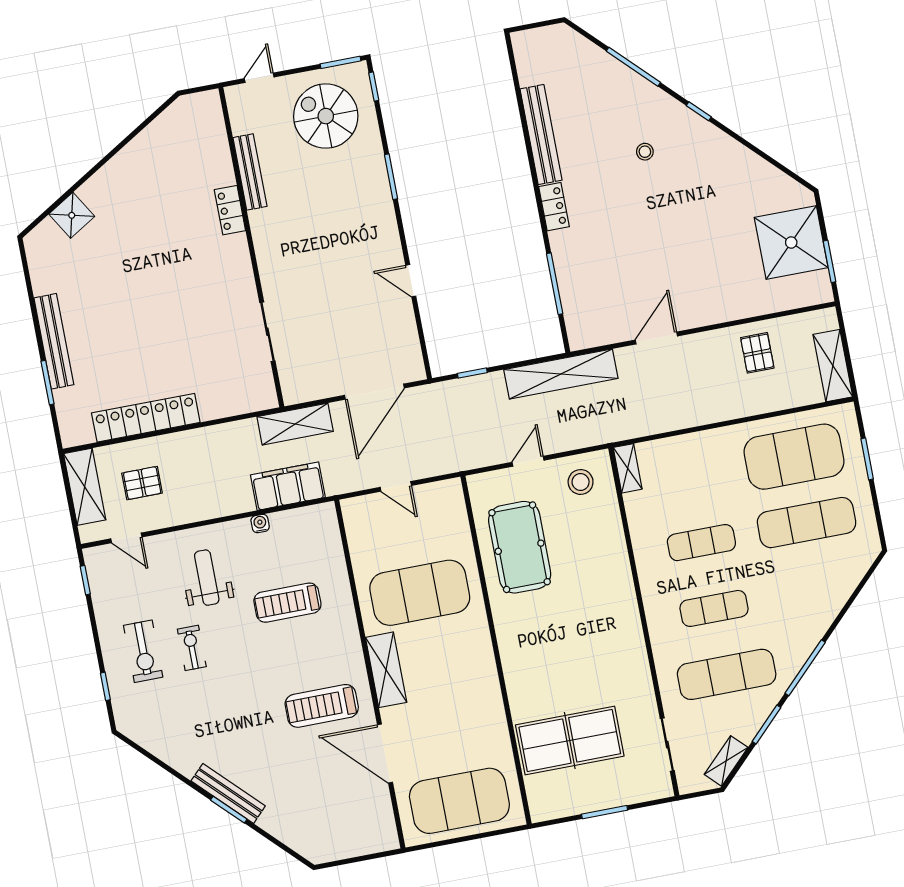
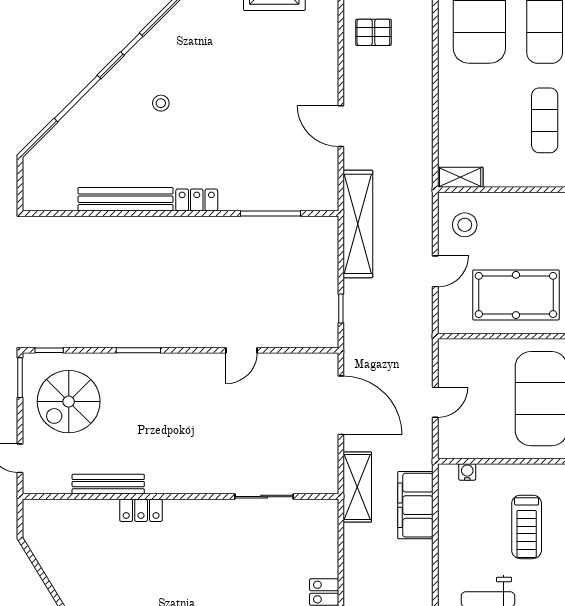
door: (528, 461) -> (435, 271), swing flipped
water cooler: (260, 524) -> (467, 472), moved, turned 90

